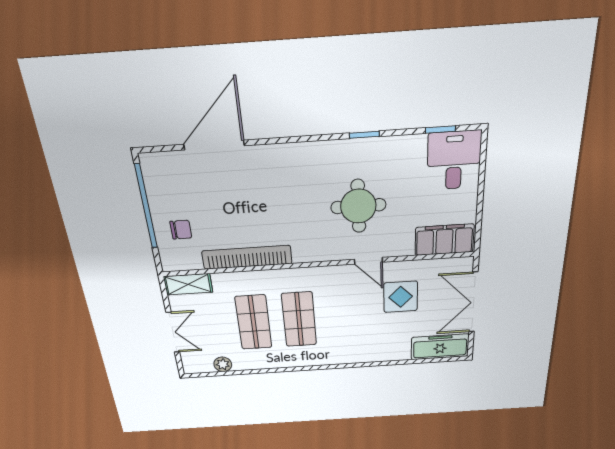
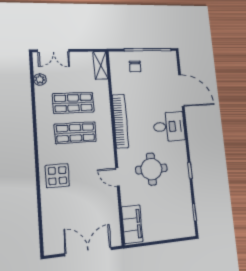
desk: (454, 160) -> (169, 127), moved
bookcase: (247, 257) -> (120, 121), moved
door: (368, 261) -> (118, 177), hinge flipped
display table: (401, 297) -> (57, 176), moved
double door: (173, 332) -> (53, 51), moved
freezer: (440, 347) -> (52, 233), removed

